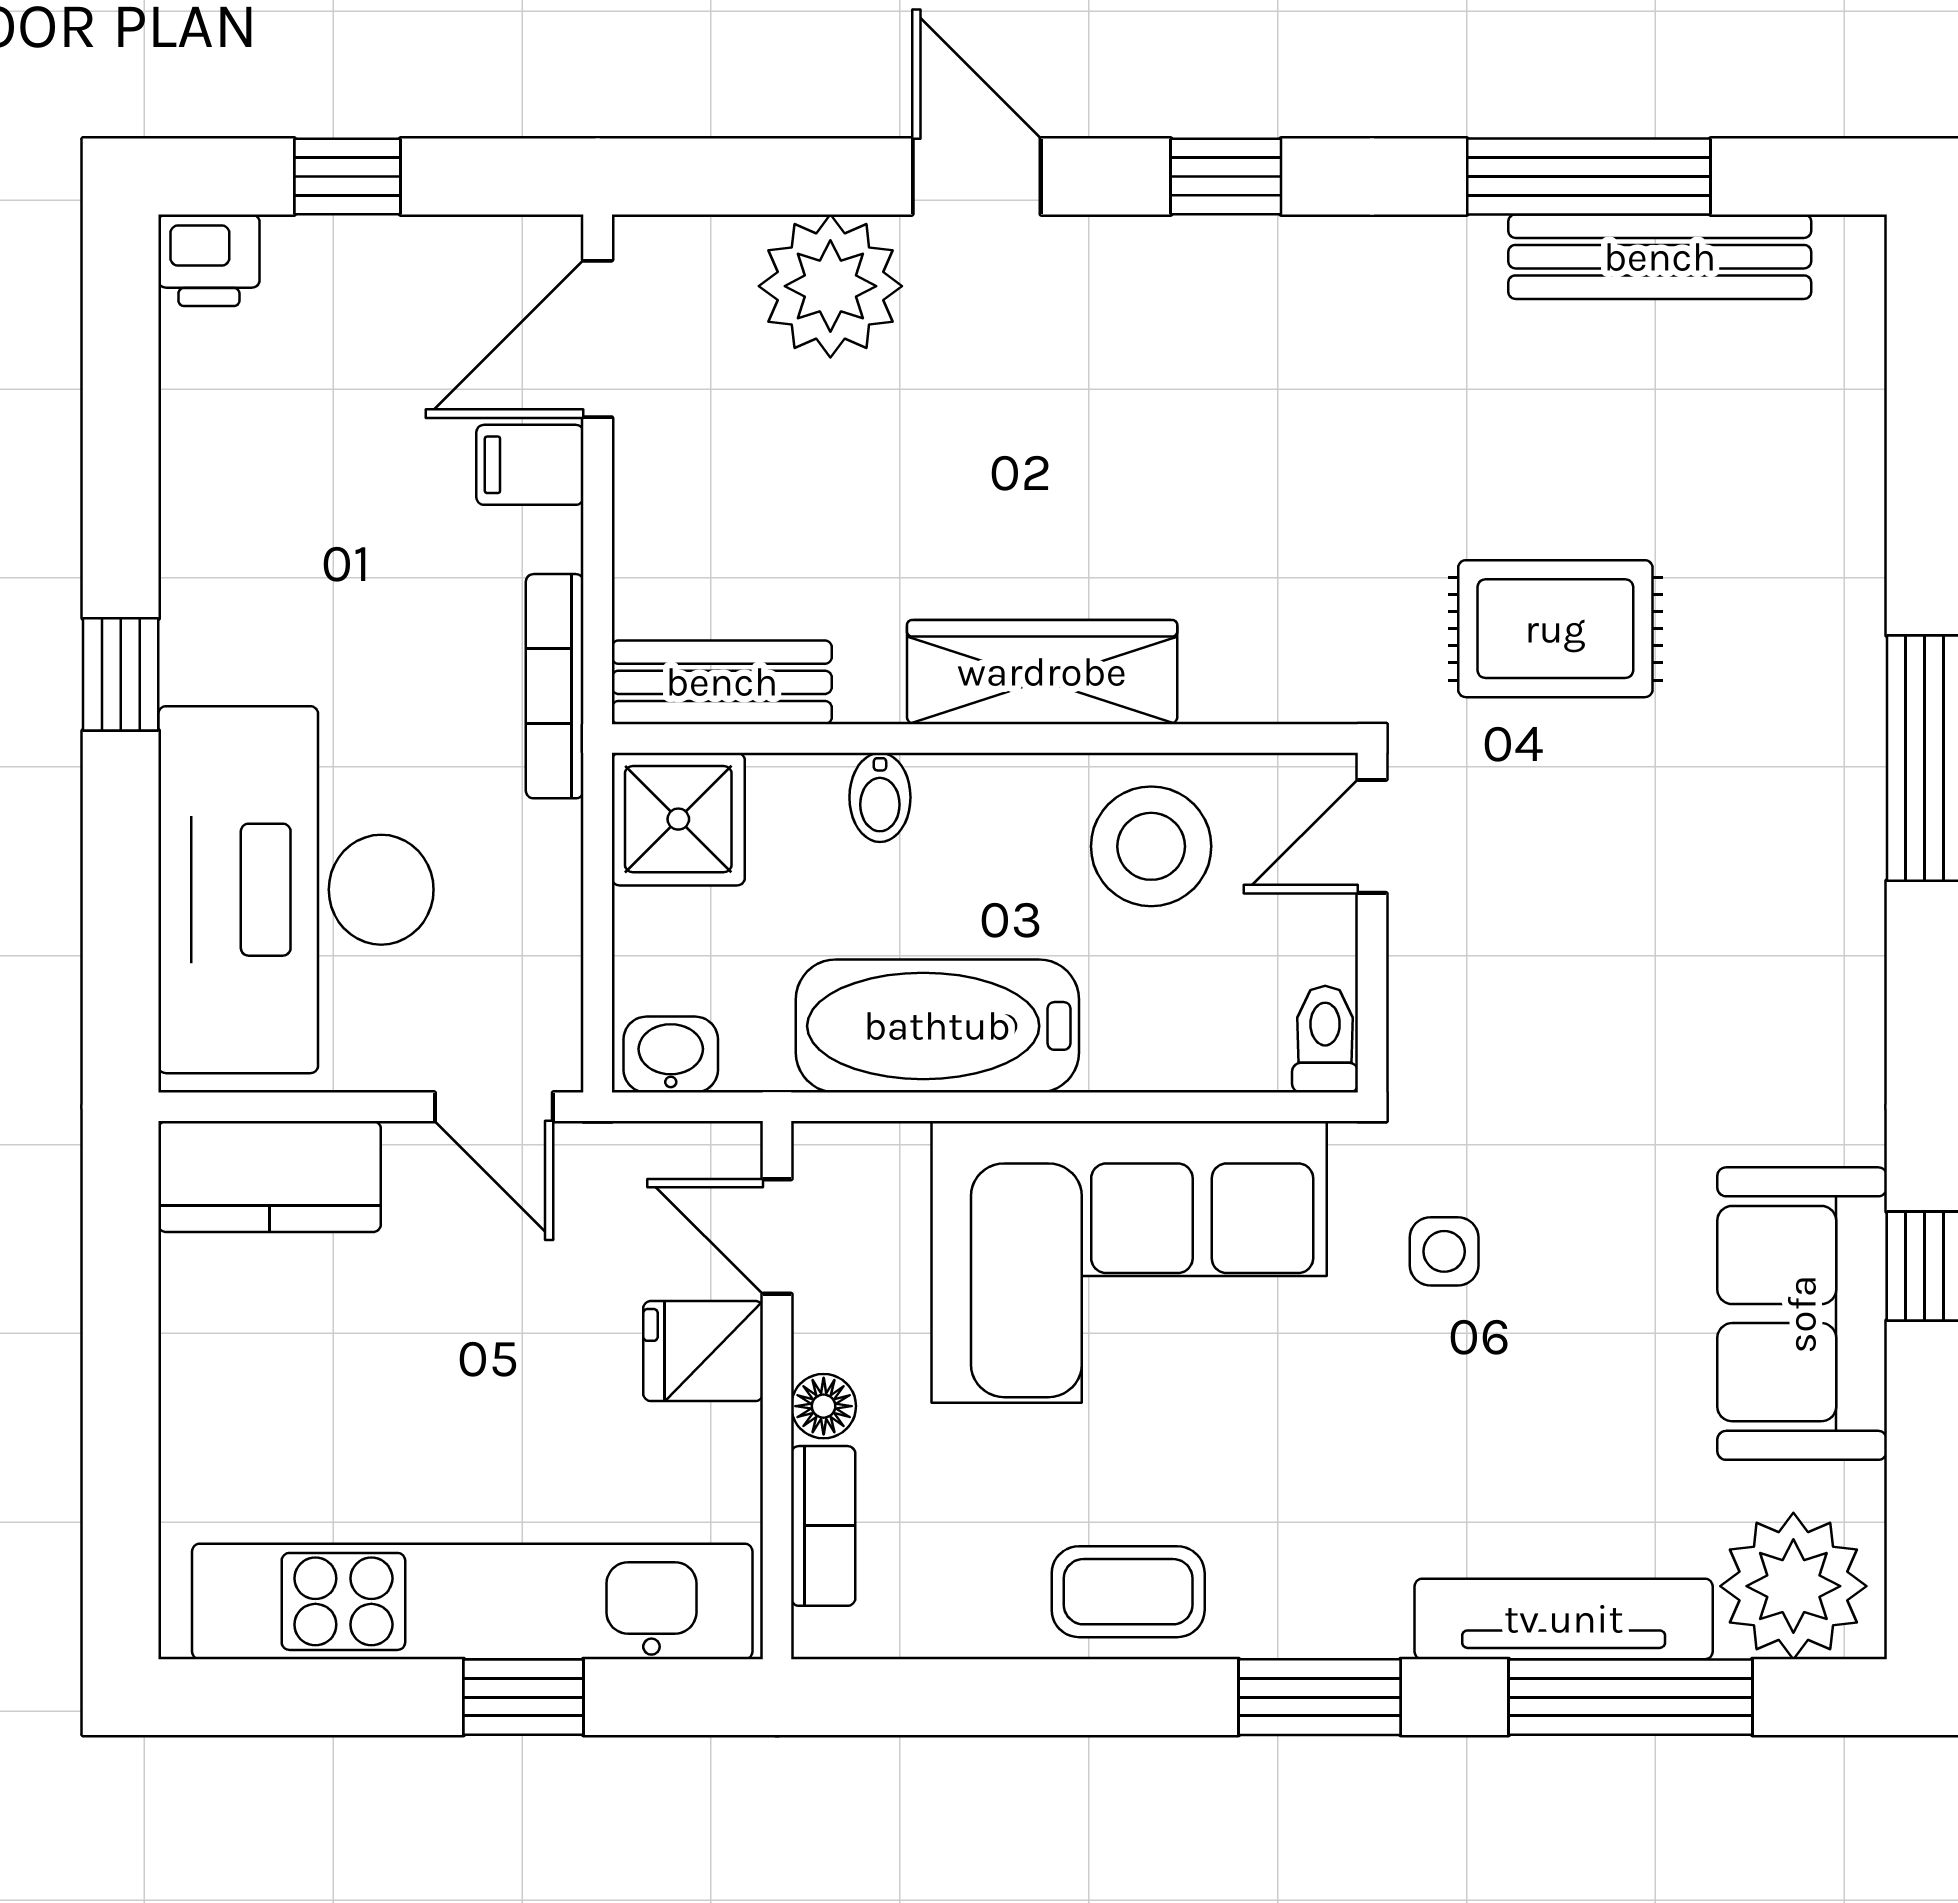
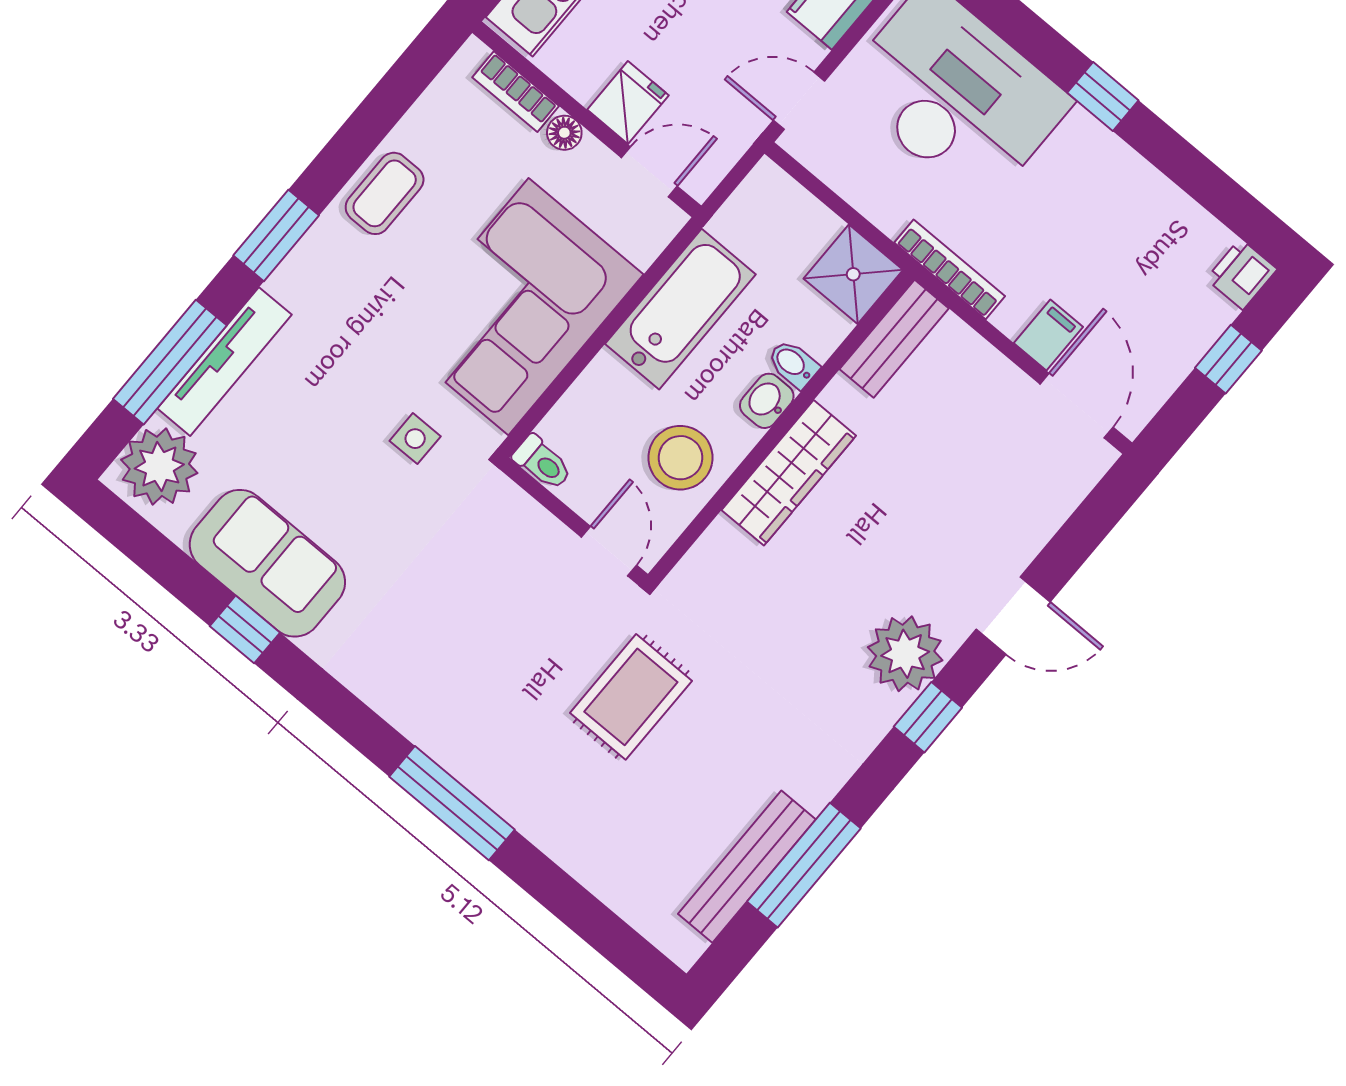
plant: (830, 286) -> (905, 654), moved
washbasin: (671, 1055) -> (767, 401), moved, turned 180

